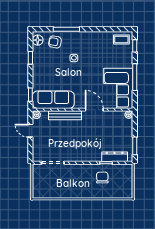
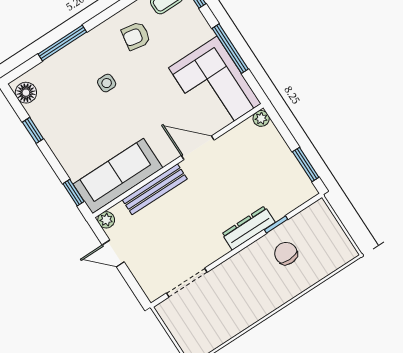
armchair: (55, 42) -> (136, 36), moved
dresser: (115, 157) -> (248, 228), moved

